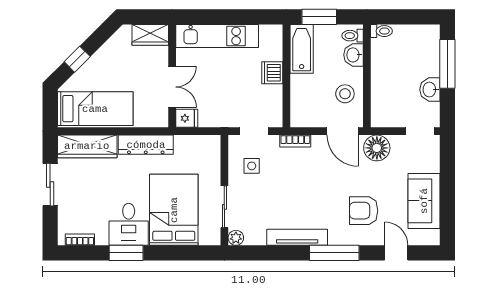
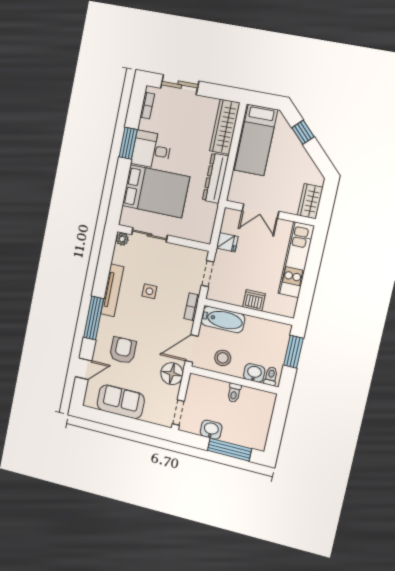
toilet: (381, 31) -> (234, 393), moved
bathtub: (302, 49) -> (223, 320), moved
fridge: (187, 118) -> (227, 242), moved, turned -90
side table: (252, 166) -> (149, 291), moved
sliding door: (50, 185) -> (180, 85), moved

